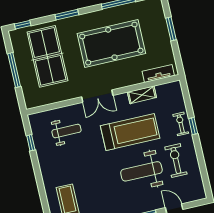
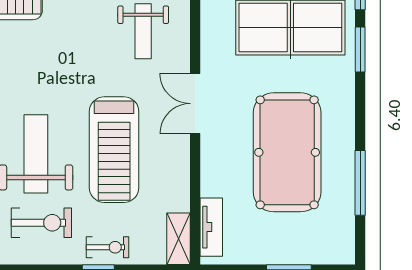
window: (67, 15) -> (360, 49), moved
shelving: (142, 95) -> (178, 239), moved

